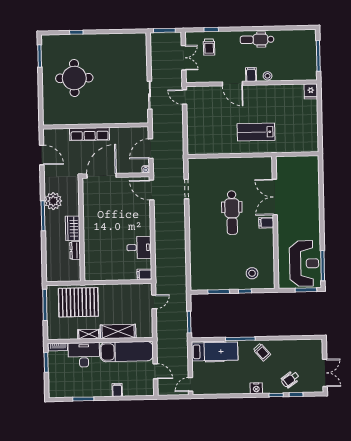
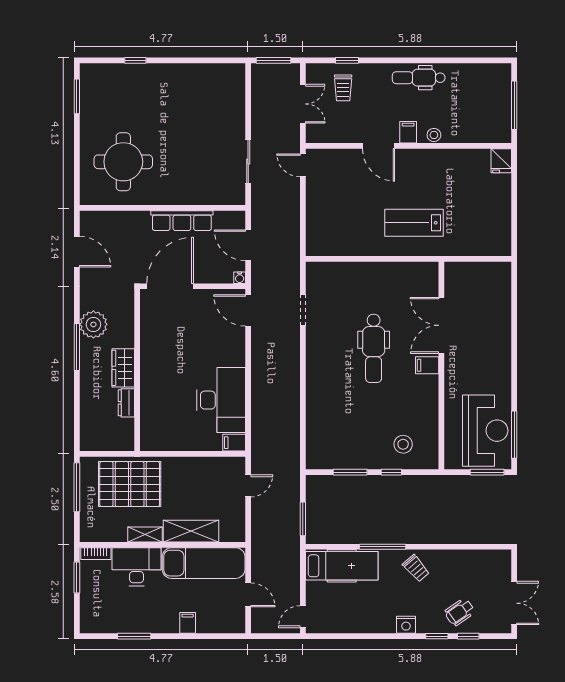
round table: (74, 78) -> (123, 162), moved
row of seats: (90, 134) -> (182, 221), moved
door: (151, 149) -> (248, 245), hinge flipped
desk: (139, 247) -> (221, 400), width x1.87, depth x1.30

